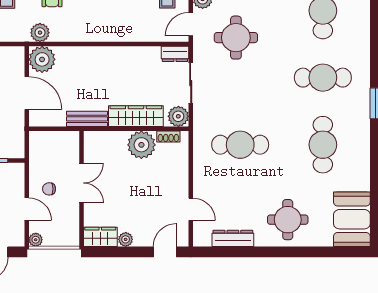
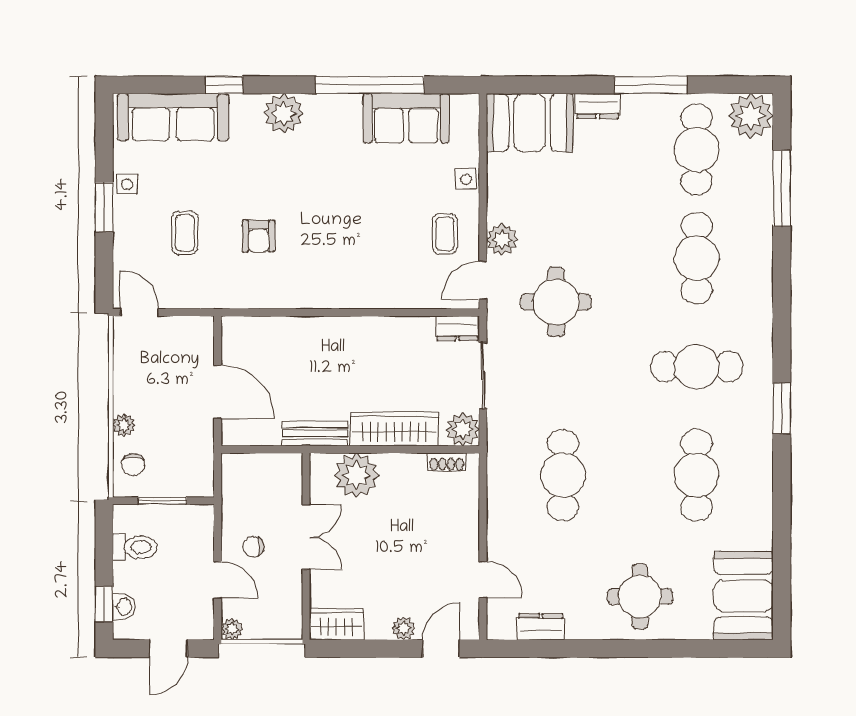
plant: (40, 33) -> (239, 294), removed
plant: (42, 59) -> (242, 337), removed
plant: (141, 145) -> (356, 475), moved
cafe table: (240, 145) -> (563, 475), turned 90
dresser: (233, 238) -> (541, 627), width x0.70
plant: (126, 239) -> (404, 628), moved

